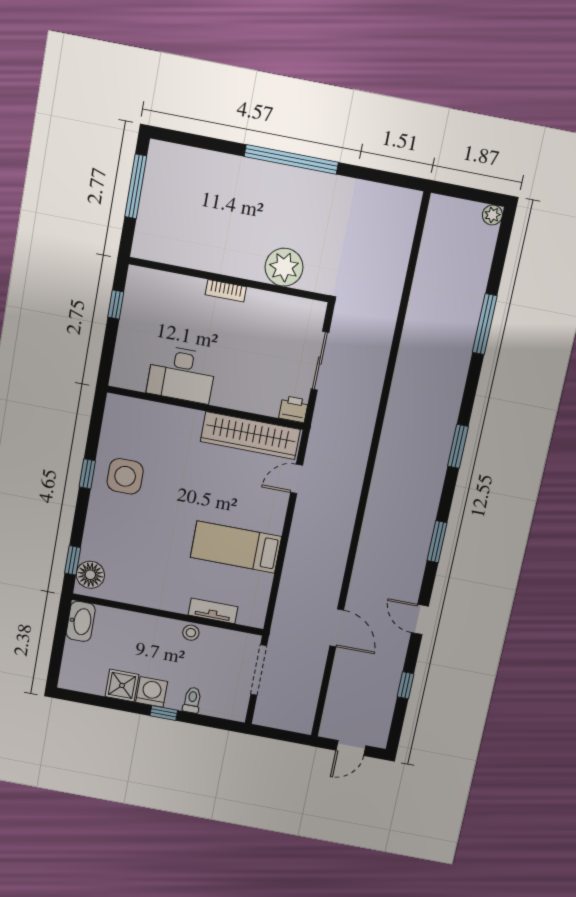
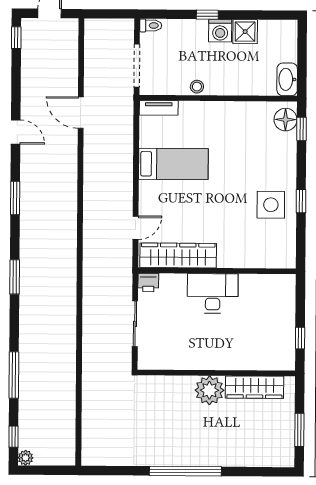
window: (136, 186) -> (299, 430), width x0.69
window: (502, 245) -> (13, 437), added
wardrobe: (184, 252) -> (254, 387), added
plant: (284, 267) -> (209, 390), moved
bookcase: (226, 291) -> (217, 364), removed
desk: (181, 374) -> (213, 293), moved
tv unit: (213, 611) -> (159, 108), moved
window: (406, 685) -> (16, 38), moved
toilet: (192, 700) -> (151, 25), moved, turned -90

